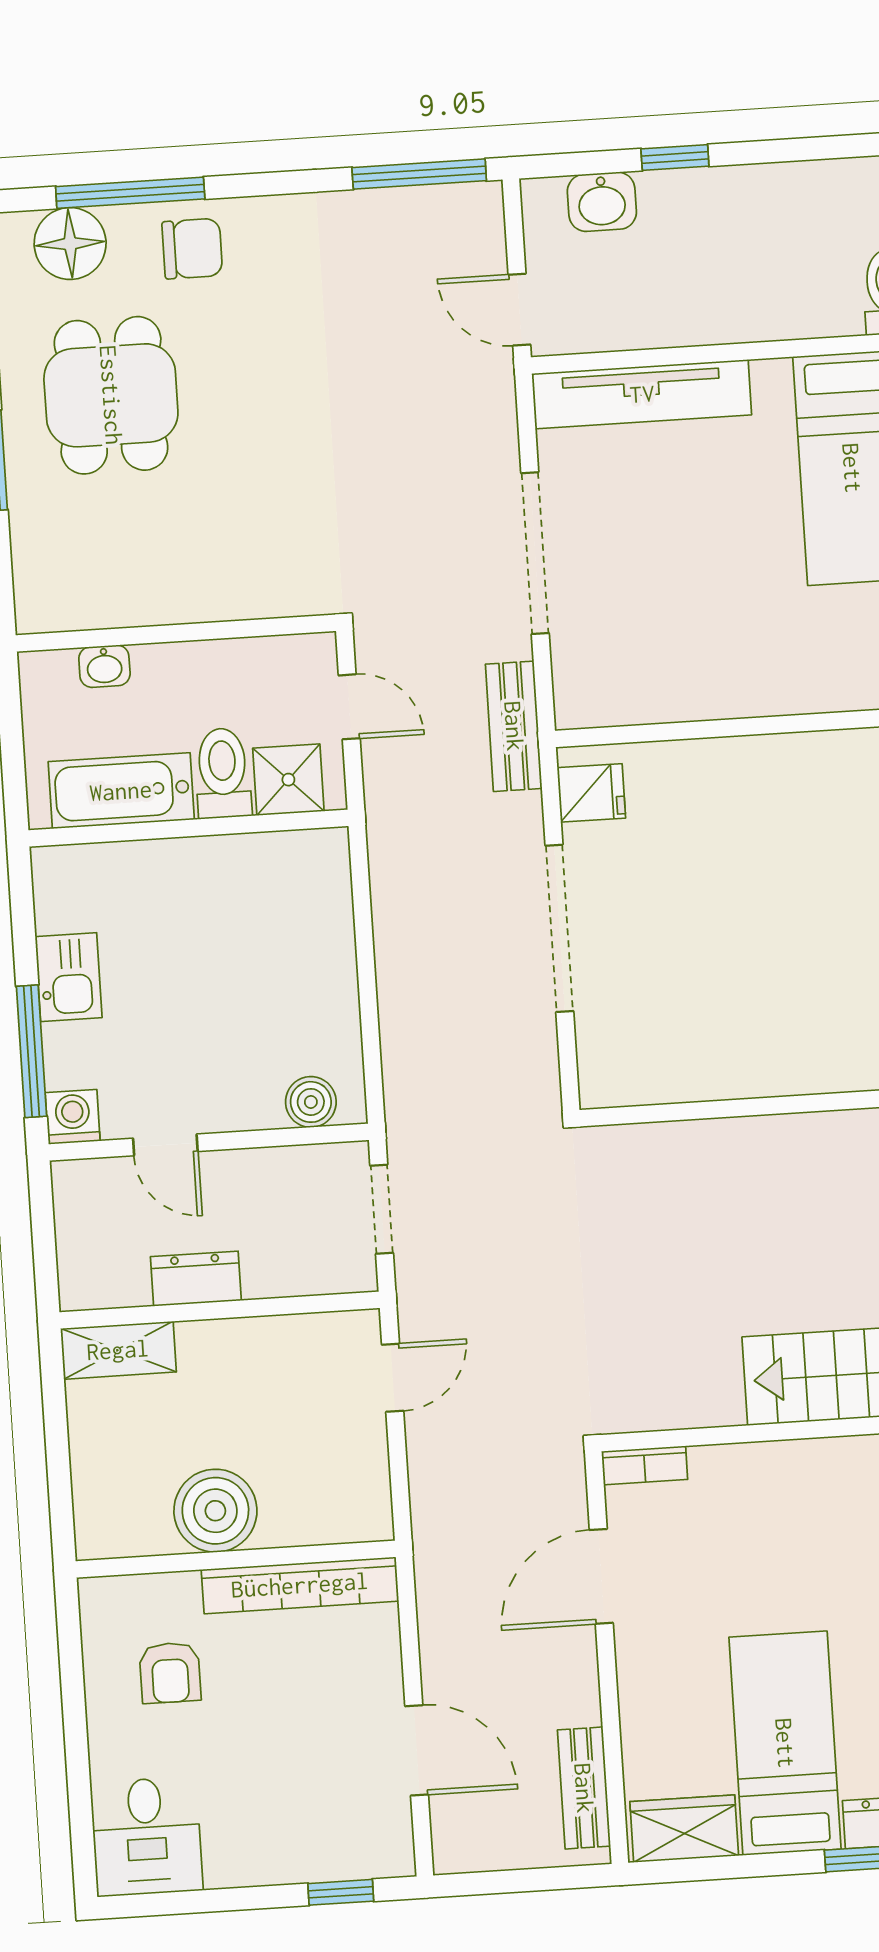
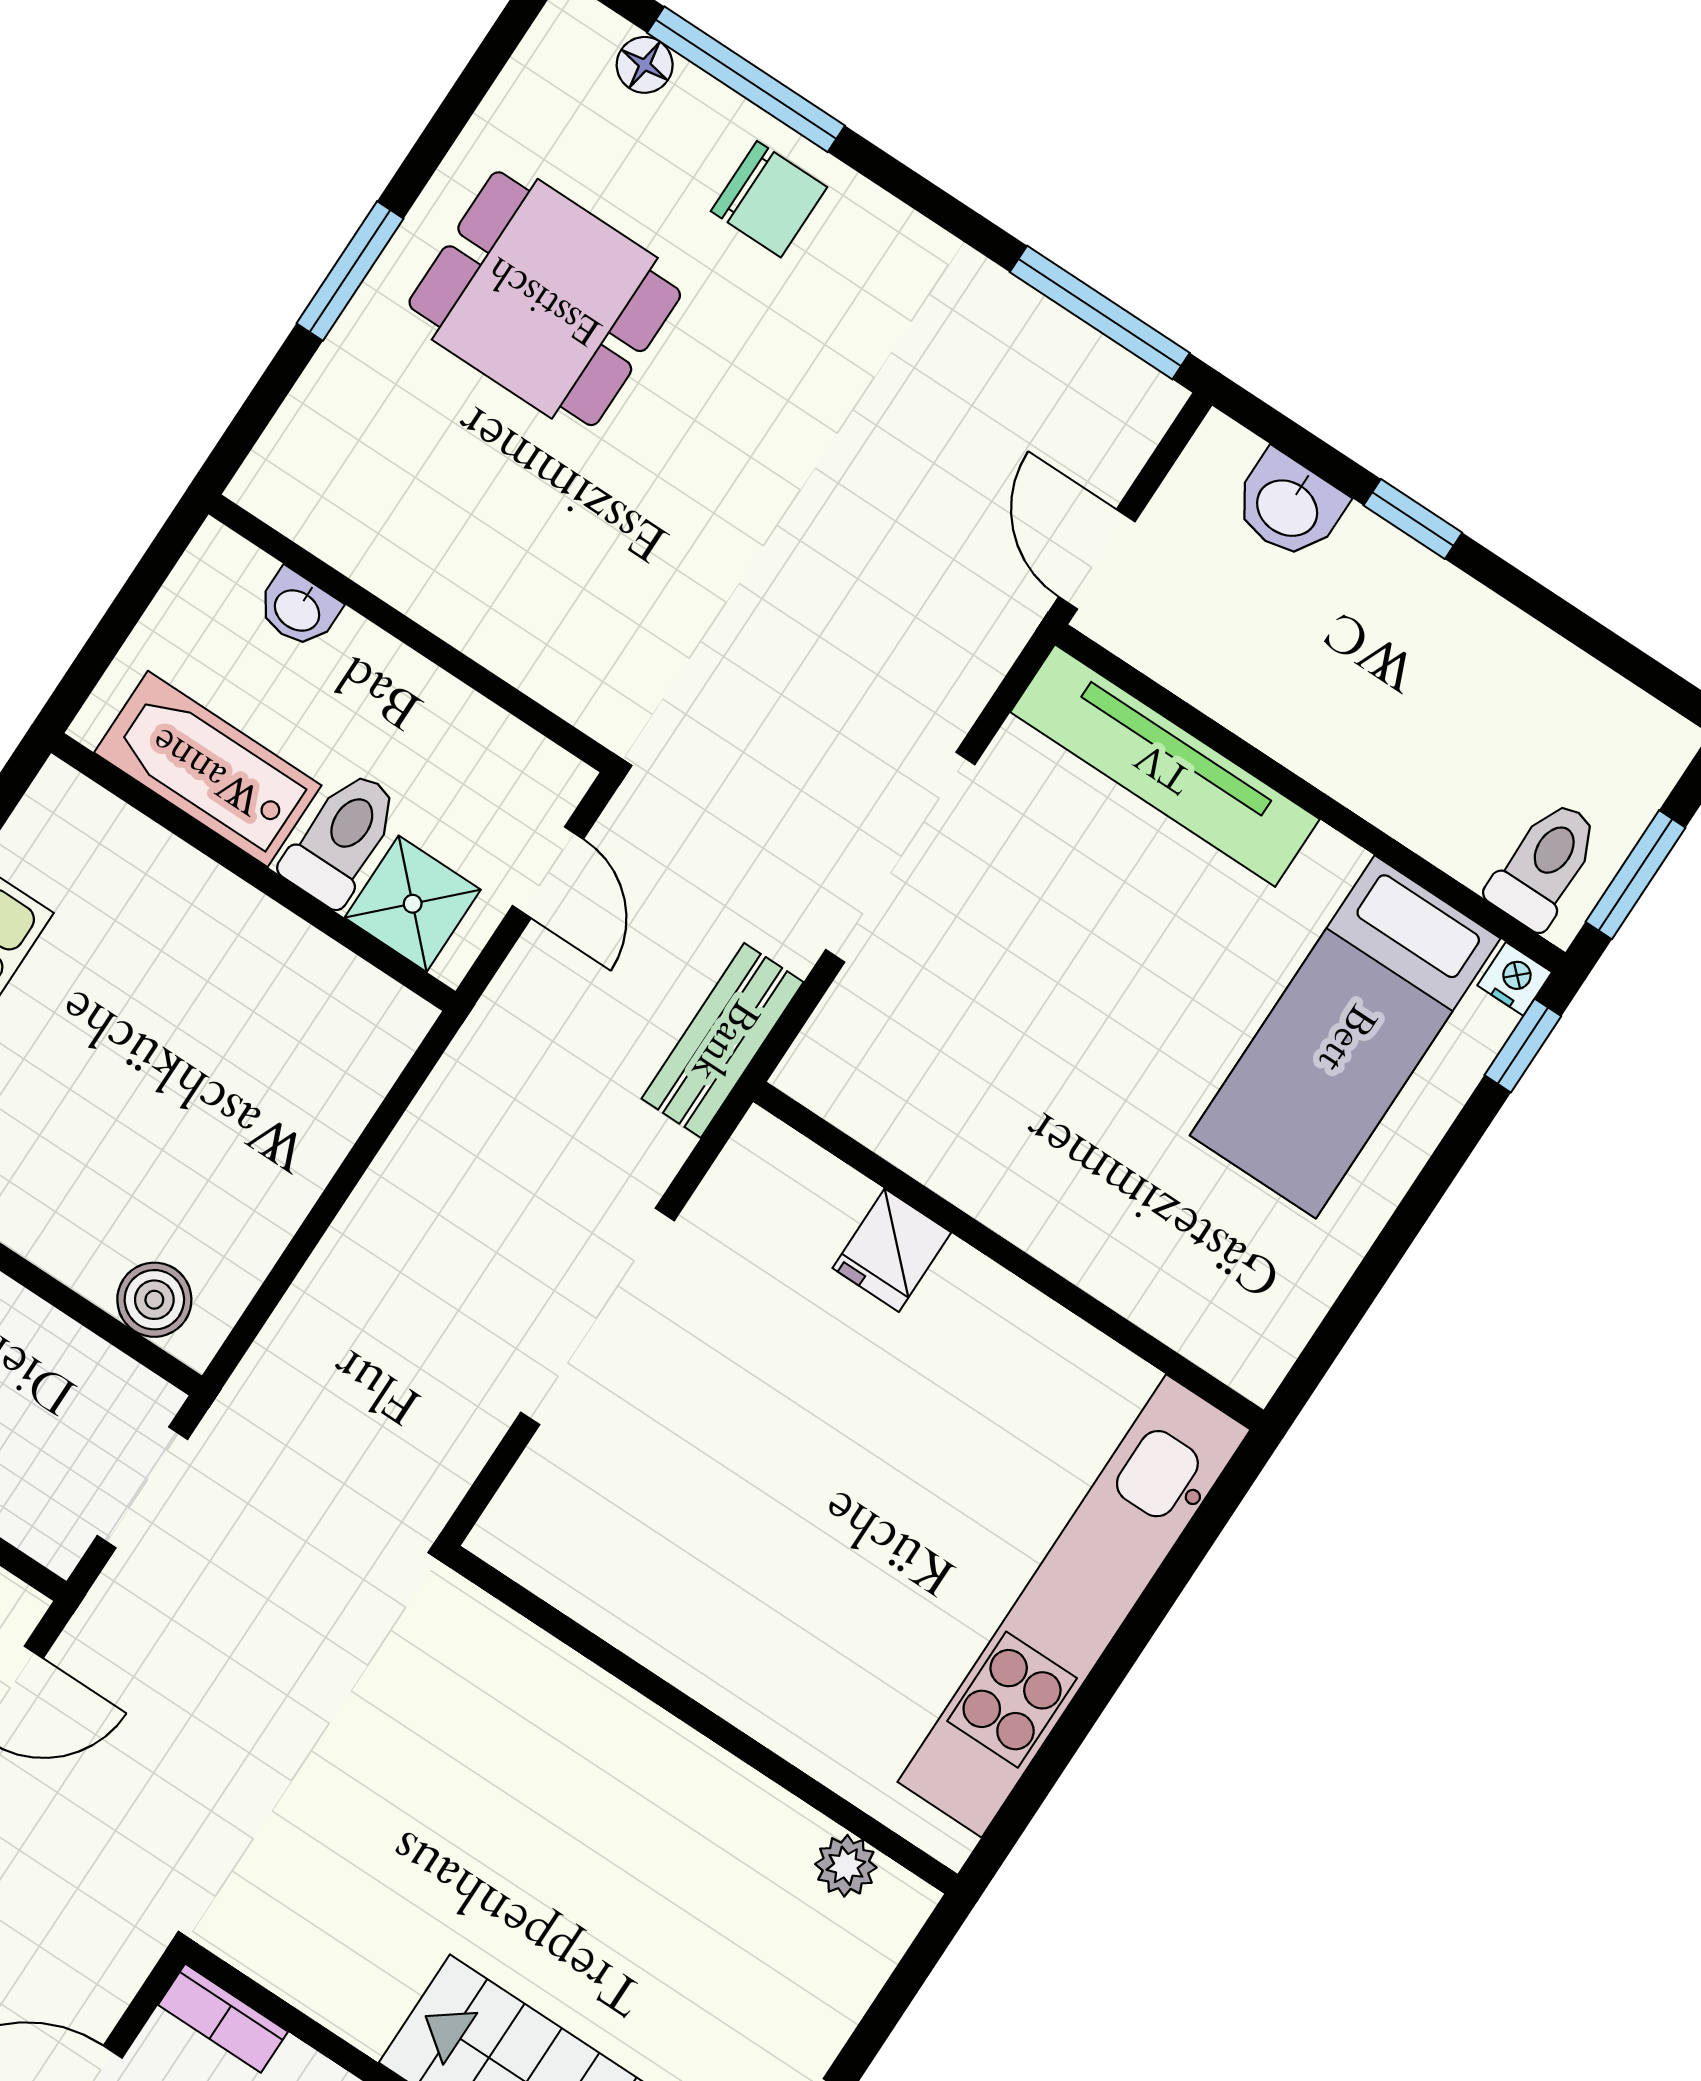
floor lamp: (70, 244) -> (645, 65), width x0.53, depth x0.53
dining table: (111, 395) -> (545, 299), turned 90
fridge: (591, 793) -> (892, 1250), moved, turned 90

